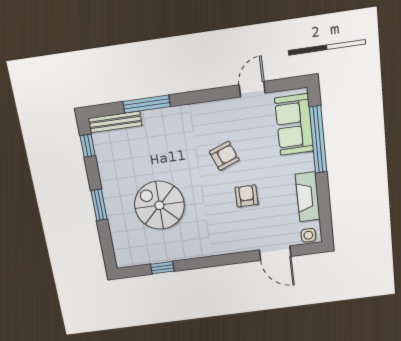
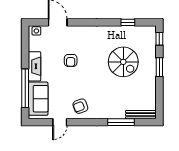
window: (88, 146) -> (159, 39), moved
armchair: (224, 156) -> (80, 106), moved
fireplace: (308, 197) -> (34, 66), moved

